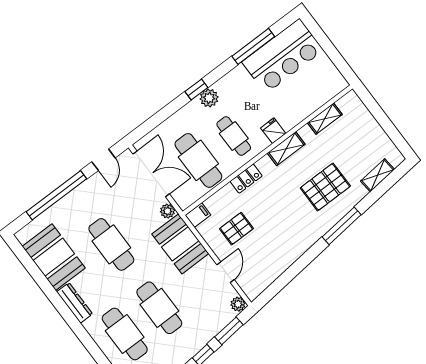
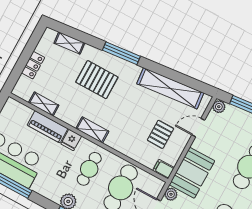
piano: (299, 112) -> (48, 127), added
shelving: (286, 149) -> (92, 130), moved
locker: (246, 179) -> (33, 65), moved, turned 90
pallet: (236, 229) -> (160, 134), turned 90
shelving: (281, 261) -> (170, 88), added

